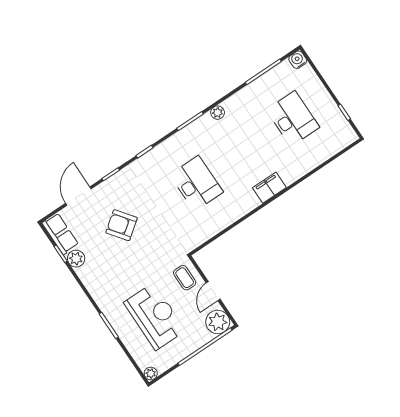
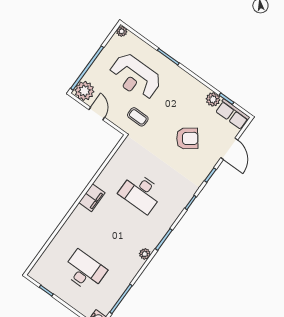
desk: (293, 119) -> (84, 271), turned 180
filing cabinet: (269, 188) -> (92, 198), moved
coffee table: (185, 278) -> (138, 117), moved

